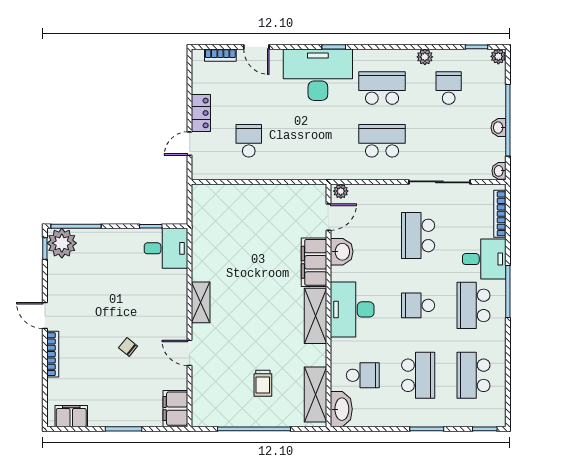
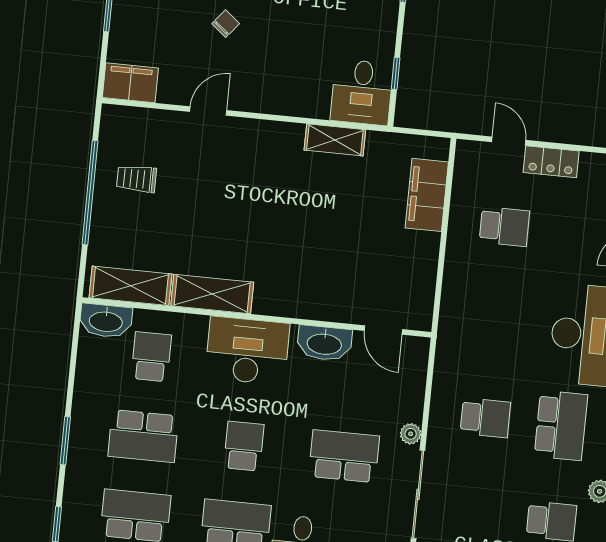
school desk: (382, 141) -> (485, 418), width x0.54
plant: (341, 191) -> (411, 434), moved
washbasin: (342, 252) -> (324, 343), width x1.38
filing cabinet: (314, 262) -> (427, 195), moved, turned -90
shelving: (201, 302) -> (335, 140), moved
shelving: (315, 316) -> (212, 294), moved
school desk: (363, 375) -> (151, 357), turned 180
trolley: (263, 383) -> (137, 179), moved

